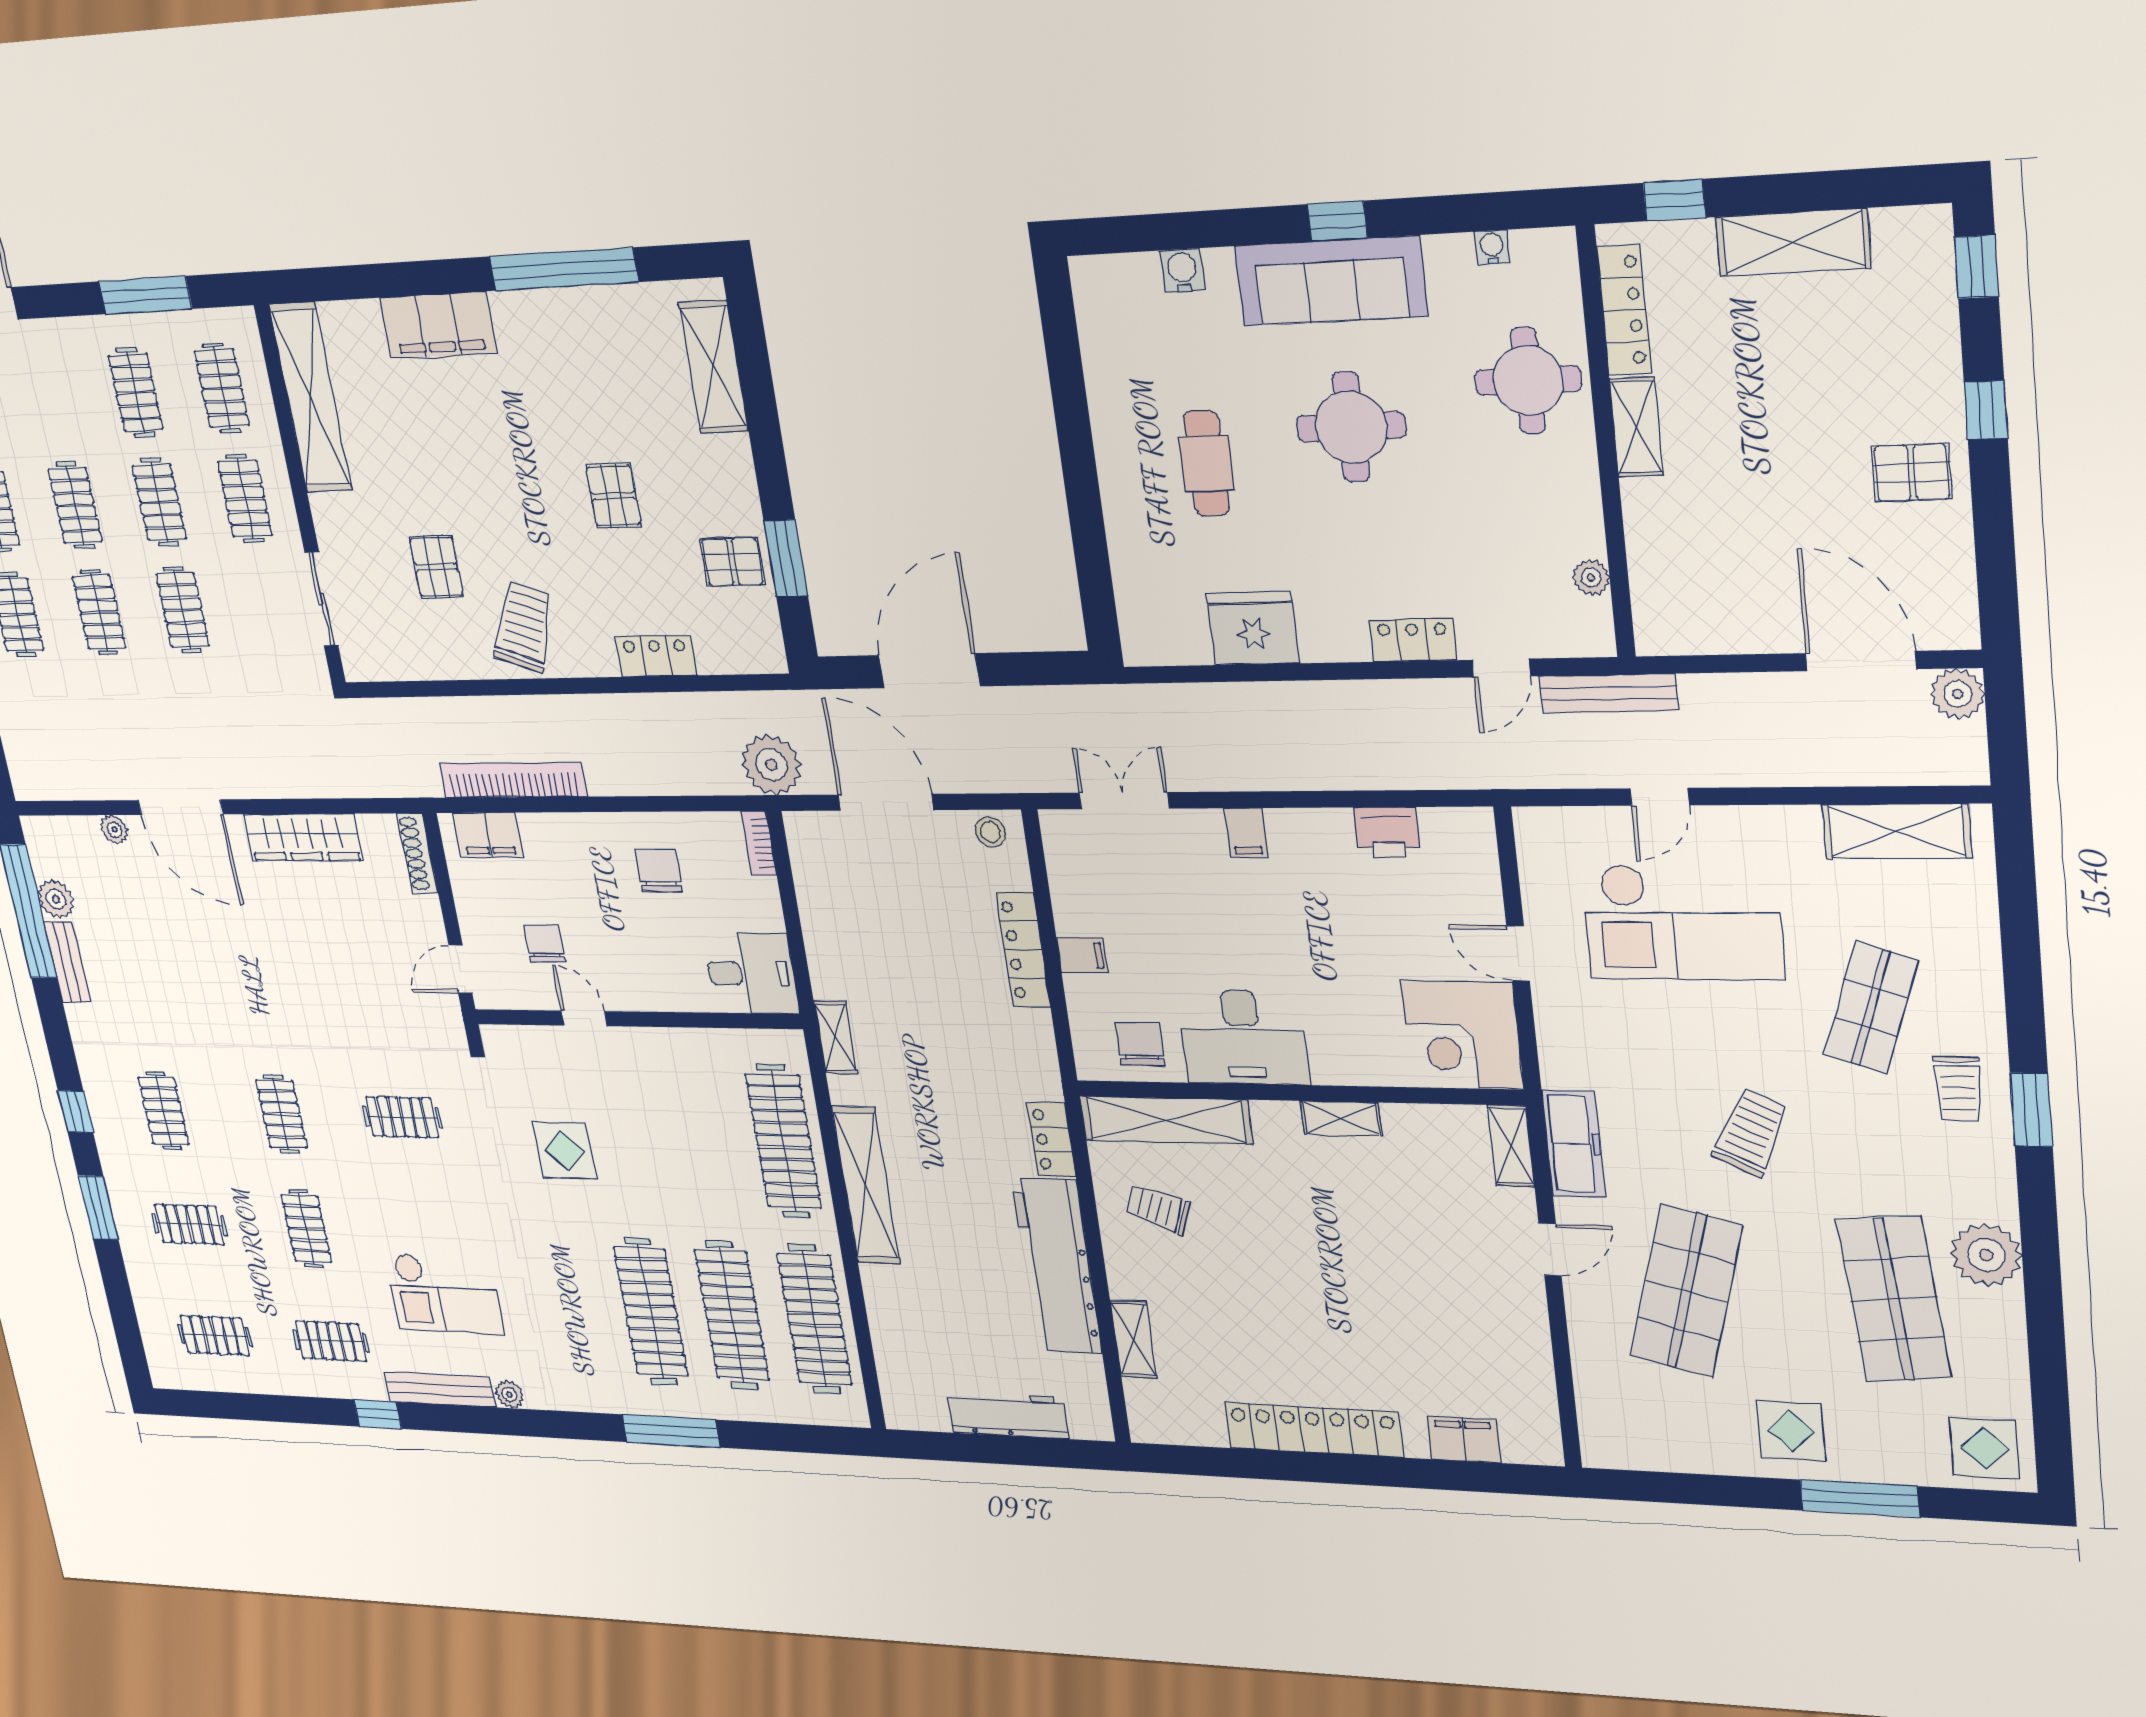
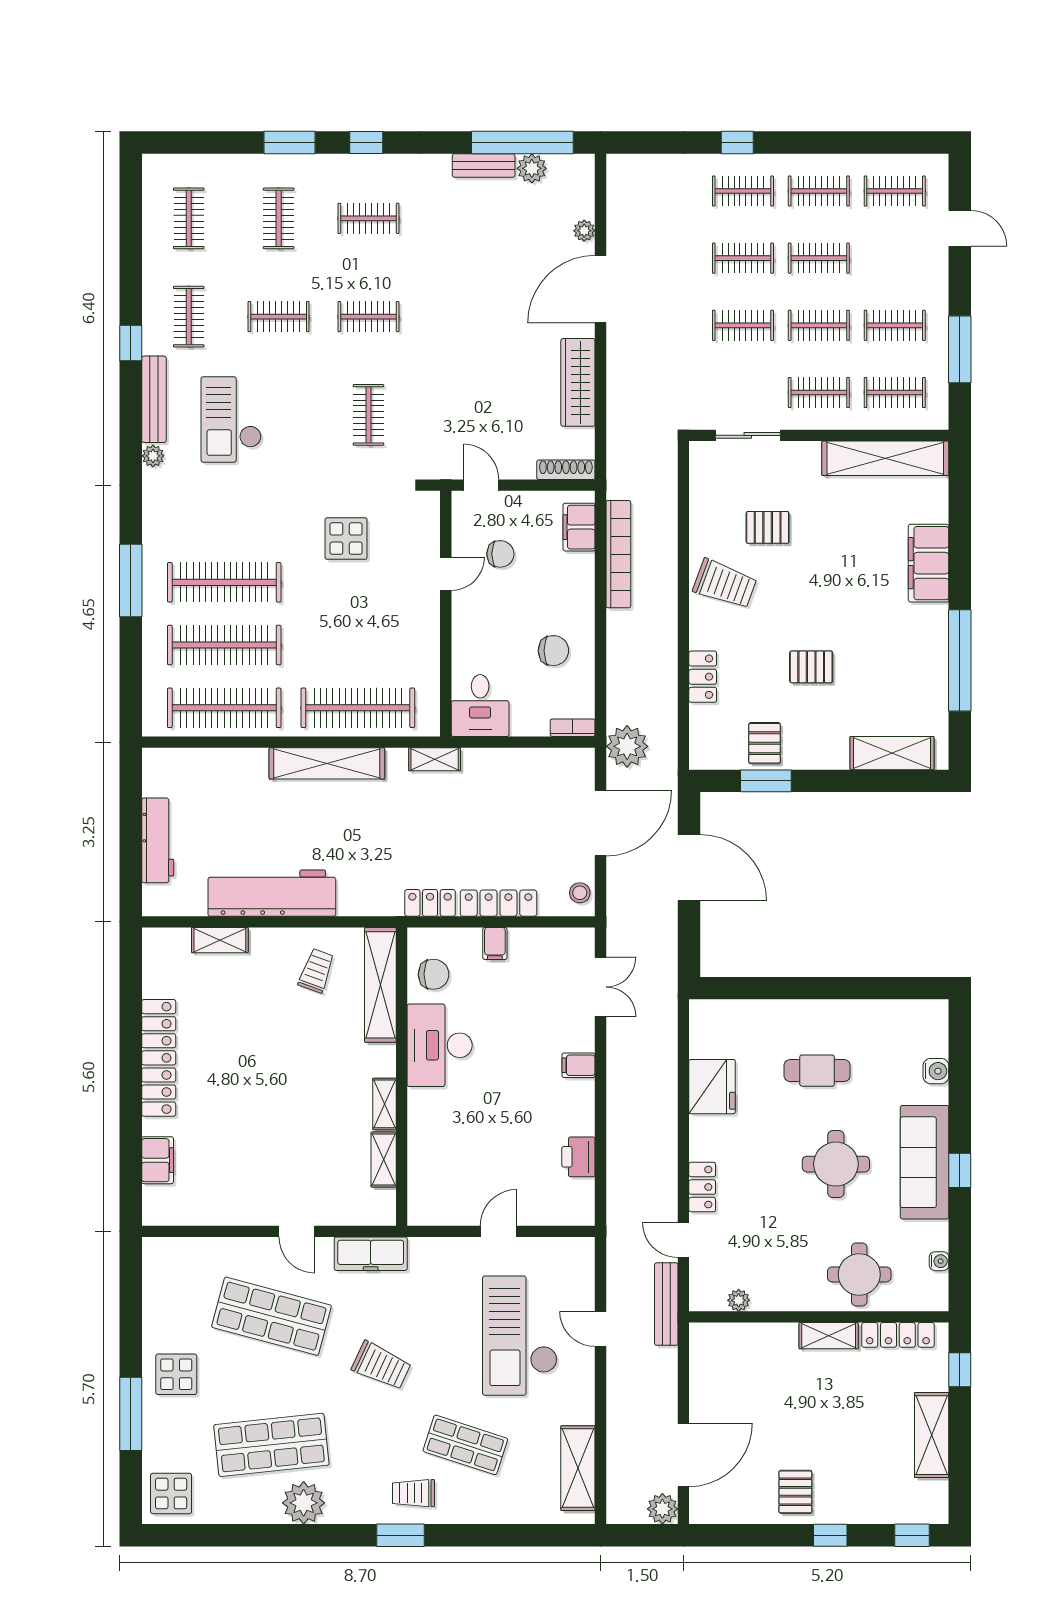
corner desk: (1462, 1035) -> (443, 1190), removed
locker: (1051, 1139) -> (430, 903), moved
shelving: (1511, 1146) -> (384, 1160), moved, turned 90

